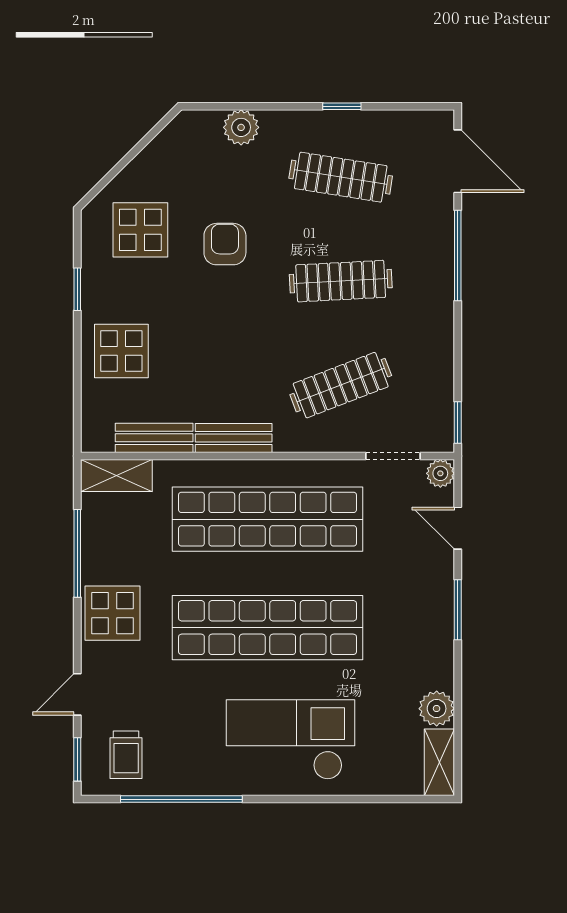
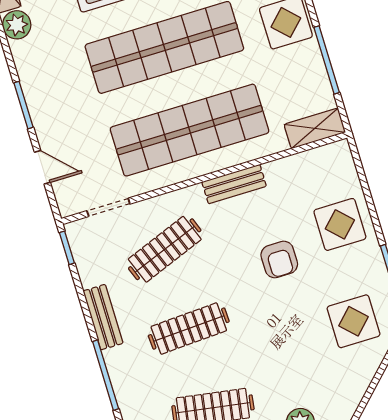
armchair: (225, 244) -> (279, 259), moved
bench: (154, 438) -> (103, 317), moved, turned 90
plant: (440, 473) -> (68, 205), removed

